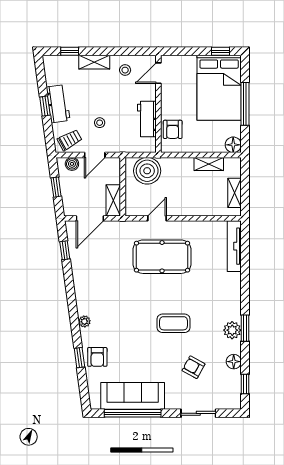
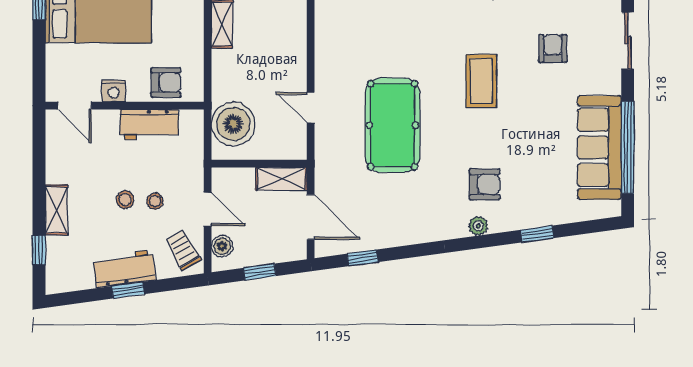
stool: (125, 70) -> (125, 200), moved
nightstand: (167, 97) -> (114, 91), added
pool table: (162, 257) -> (392, 125), moved
armchair: (97, 357) -> (485, 184), moved
armchair: (193, 367) -> (553, 49), turned 151

